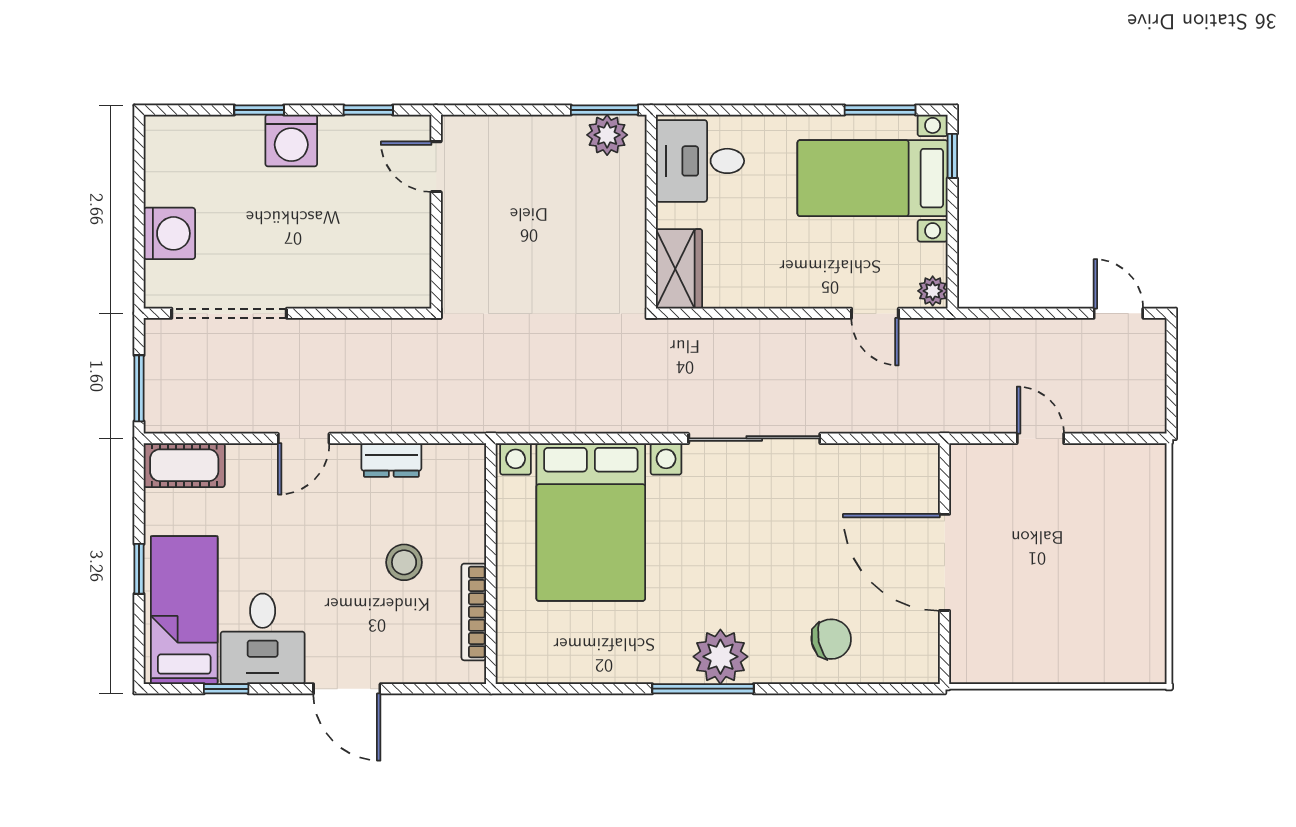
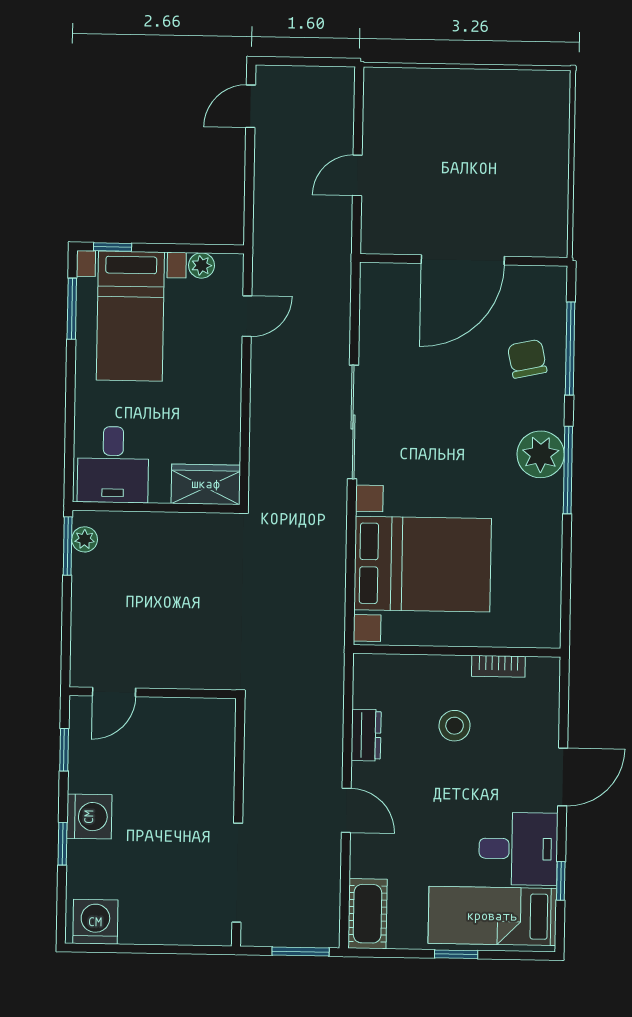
plant: (607, 135) -> (85, 539), width x0.73, depth x0.73
washing machine: (169, 233) -> (95, 922), moved
plant: (933, 291) -> (202, 265), moved
bookcase: (474, 612) -> (498, 666), width x0.64
window: (844, 689) -> (570, 348), added

